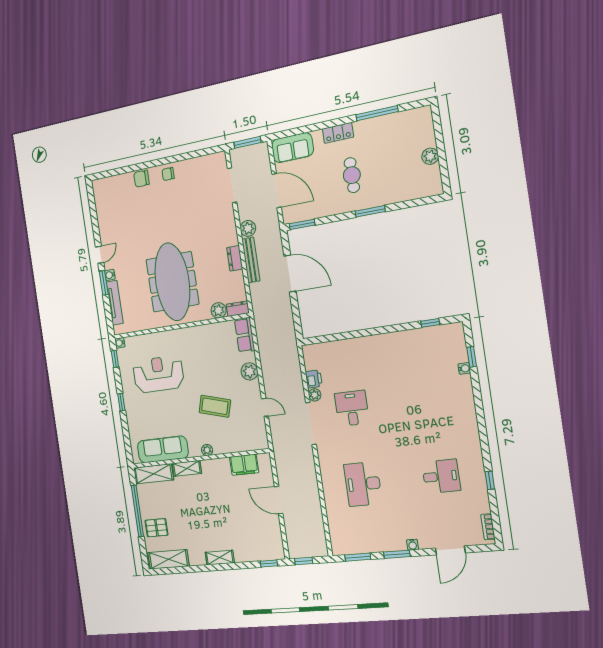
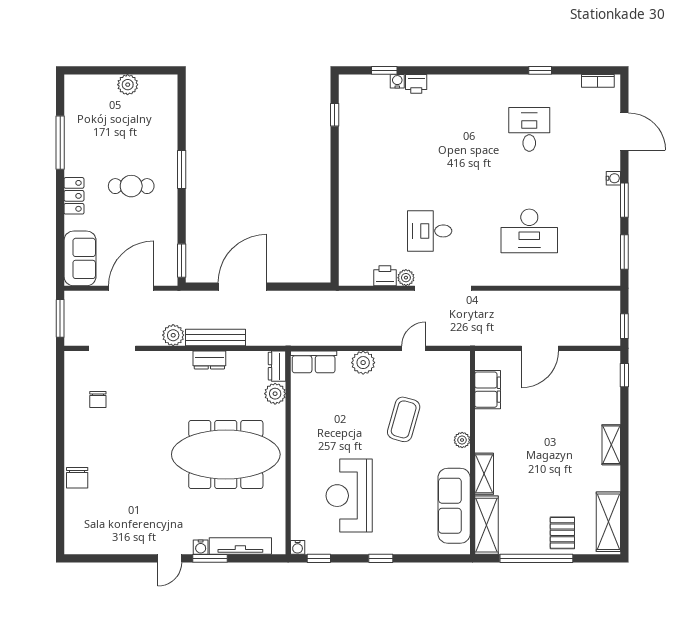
chair: (168, 174) -> (98, 400), moved
door: (100, 255) -> (170, 558), swing flipped
printer: (464, 384) -> (416, 84), added

